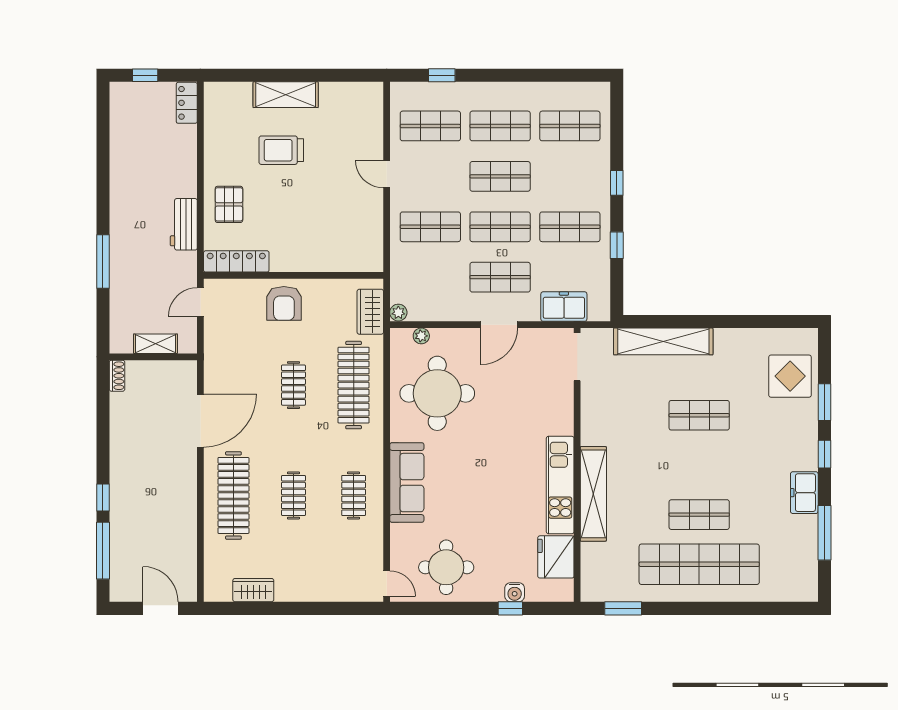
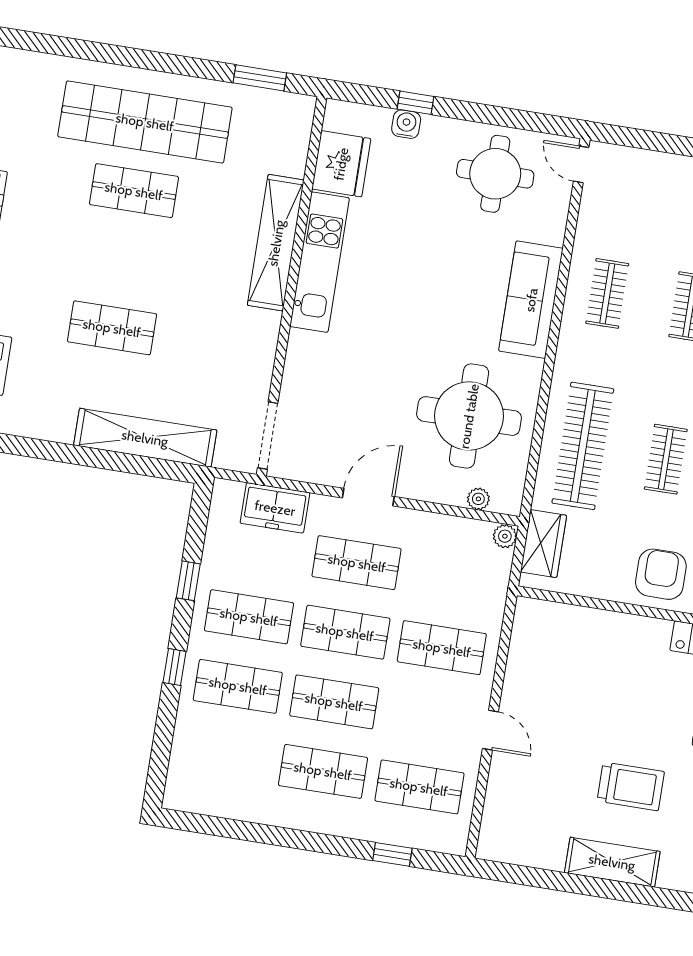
shop shelf: (570, 126) -> (238, 686), moved

